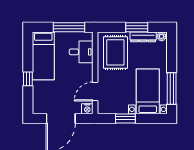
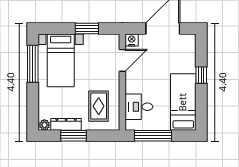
rug: (115, 52) -> (99, 106), width x0.73, depth x0.70

